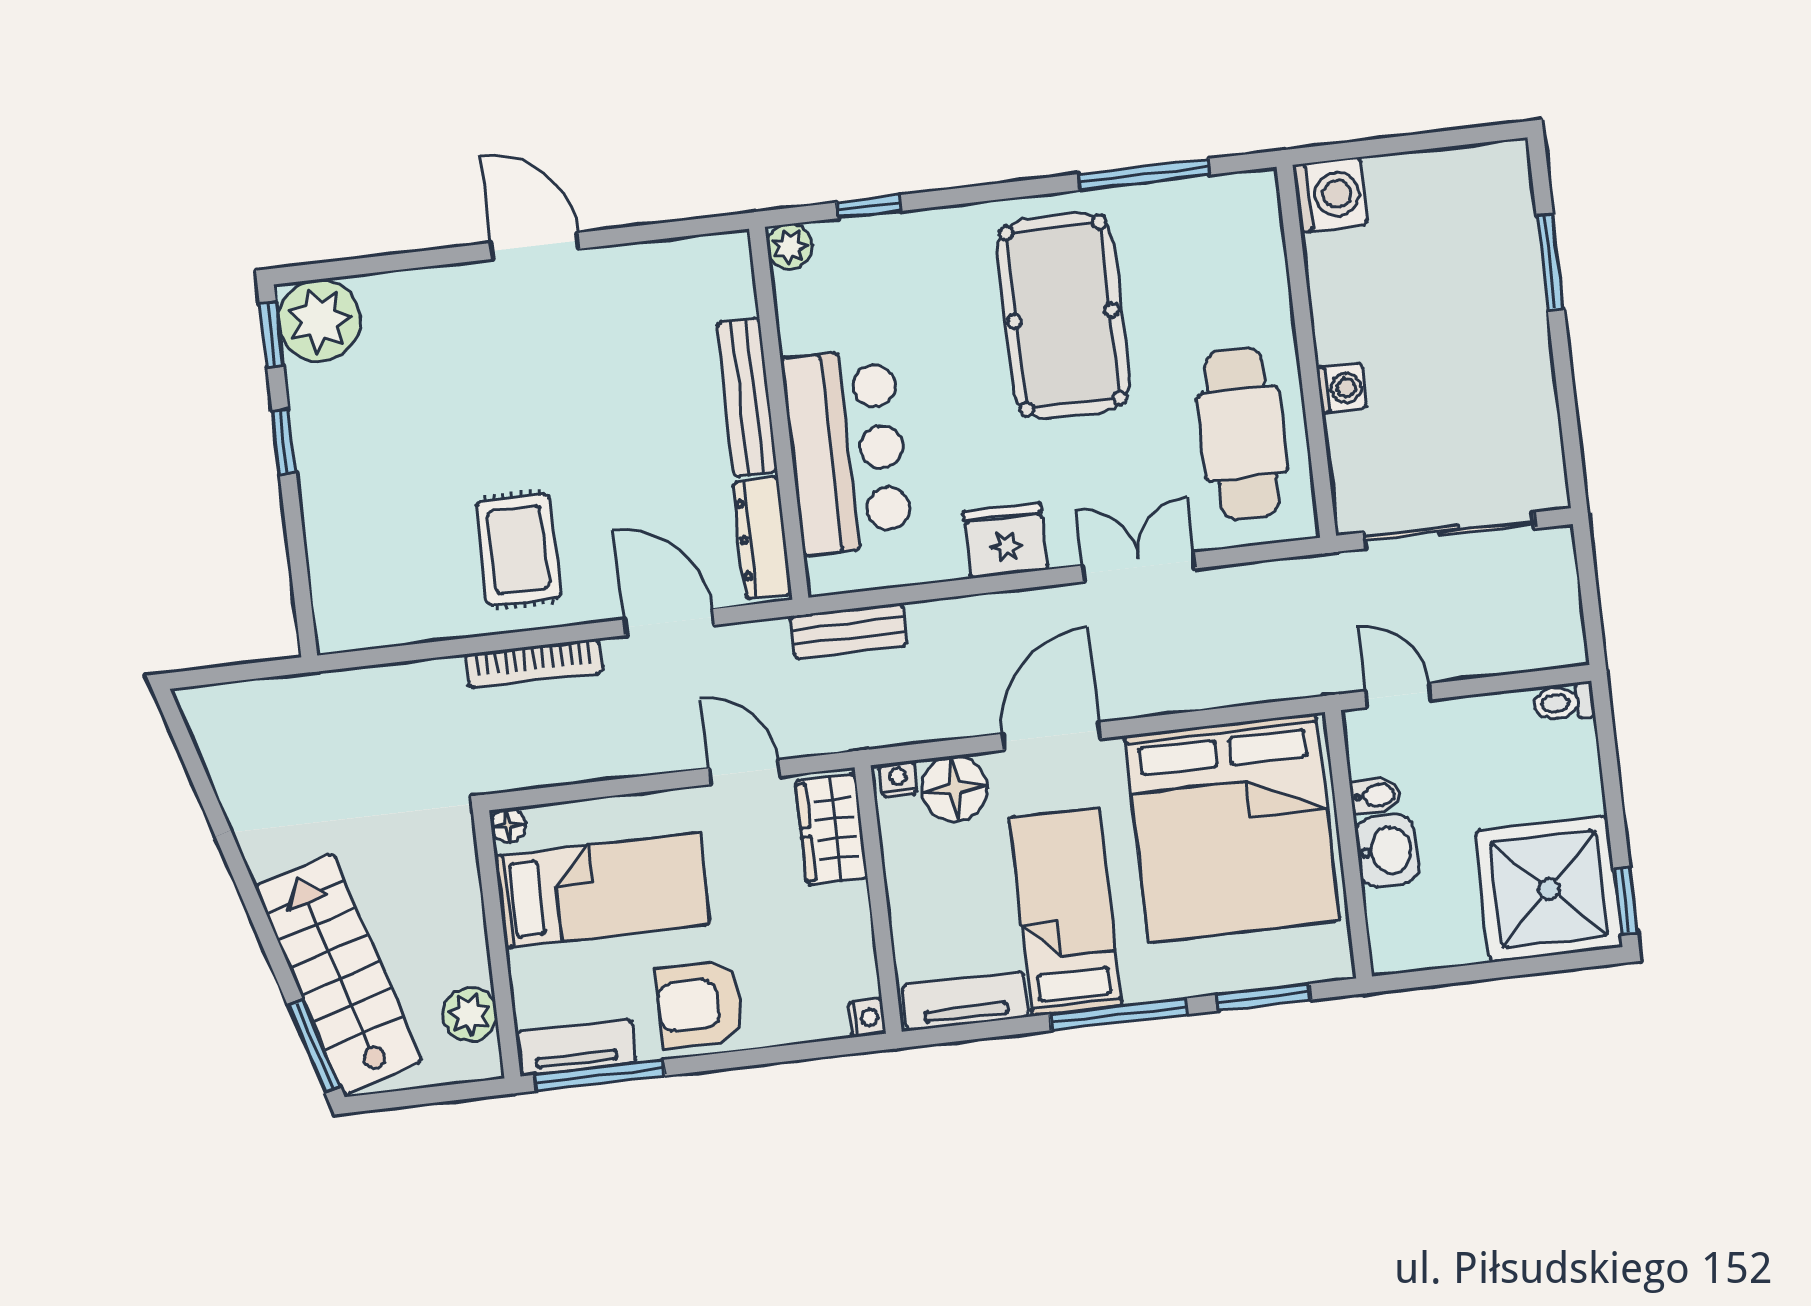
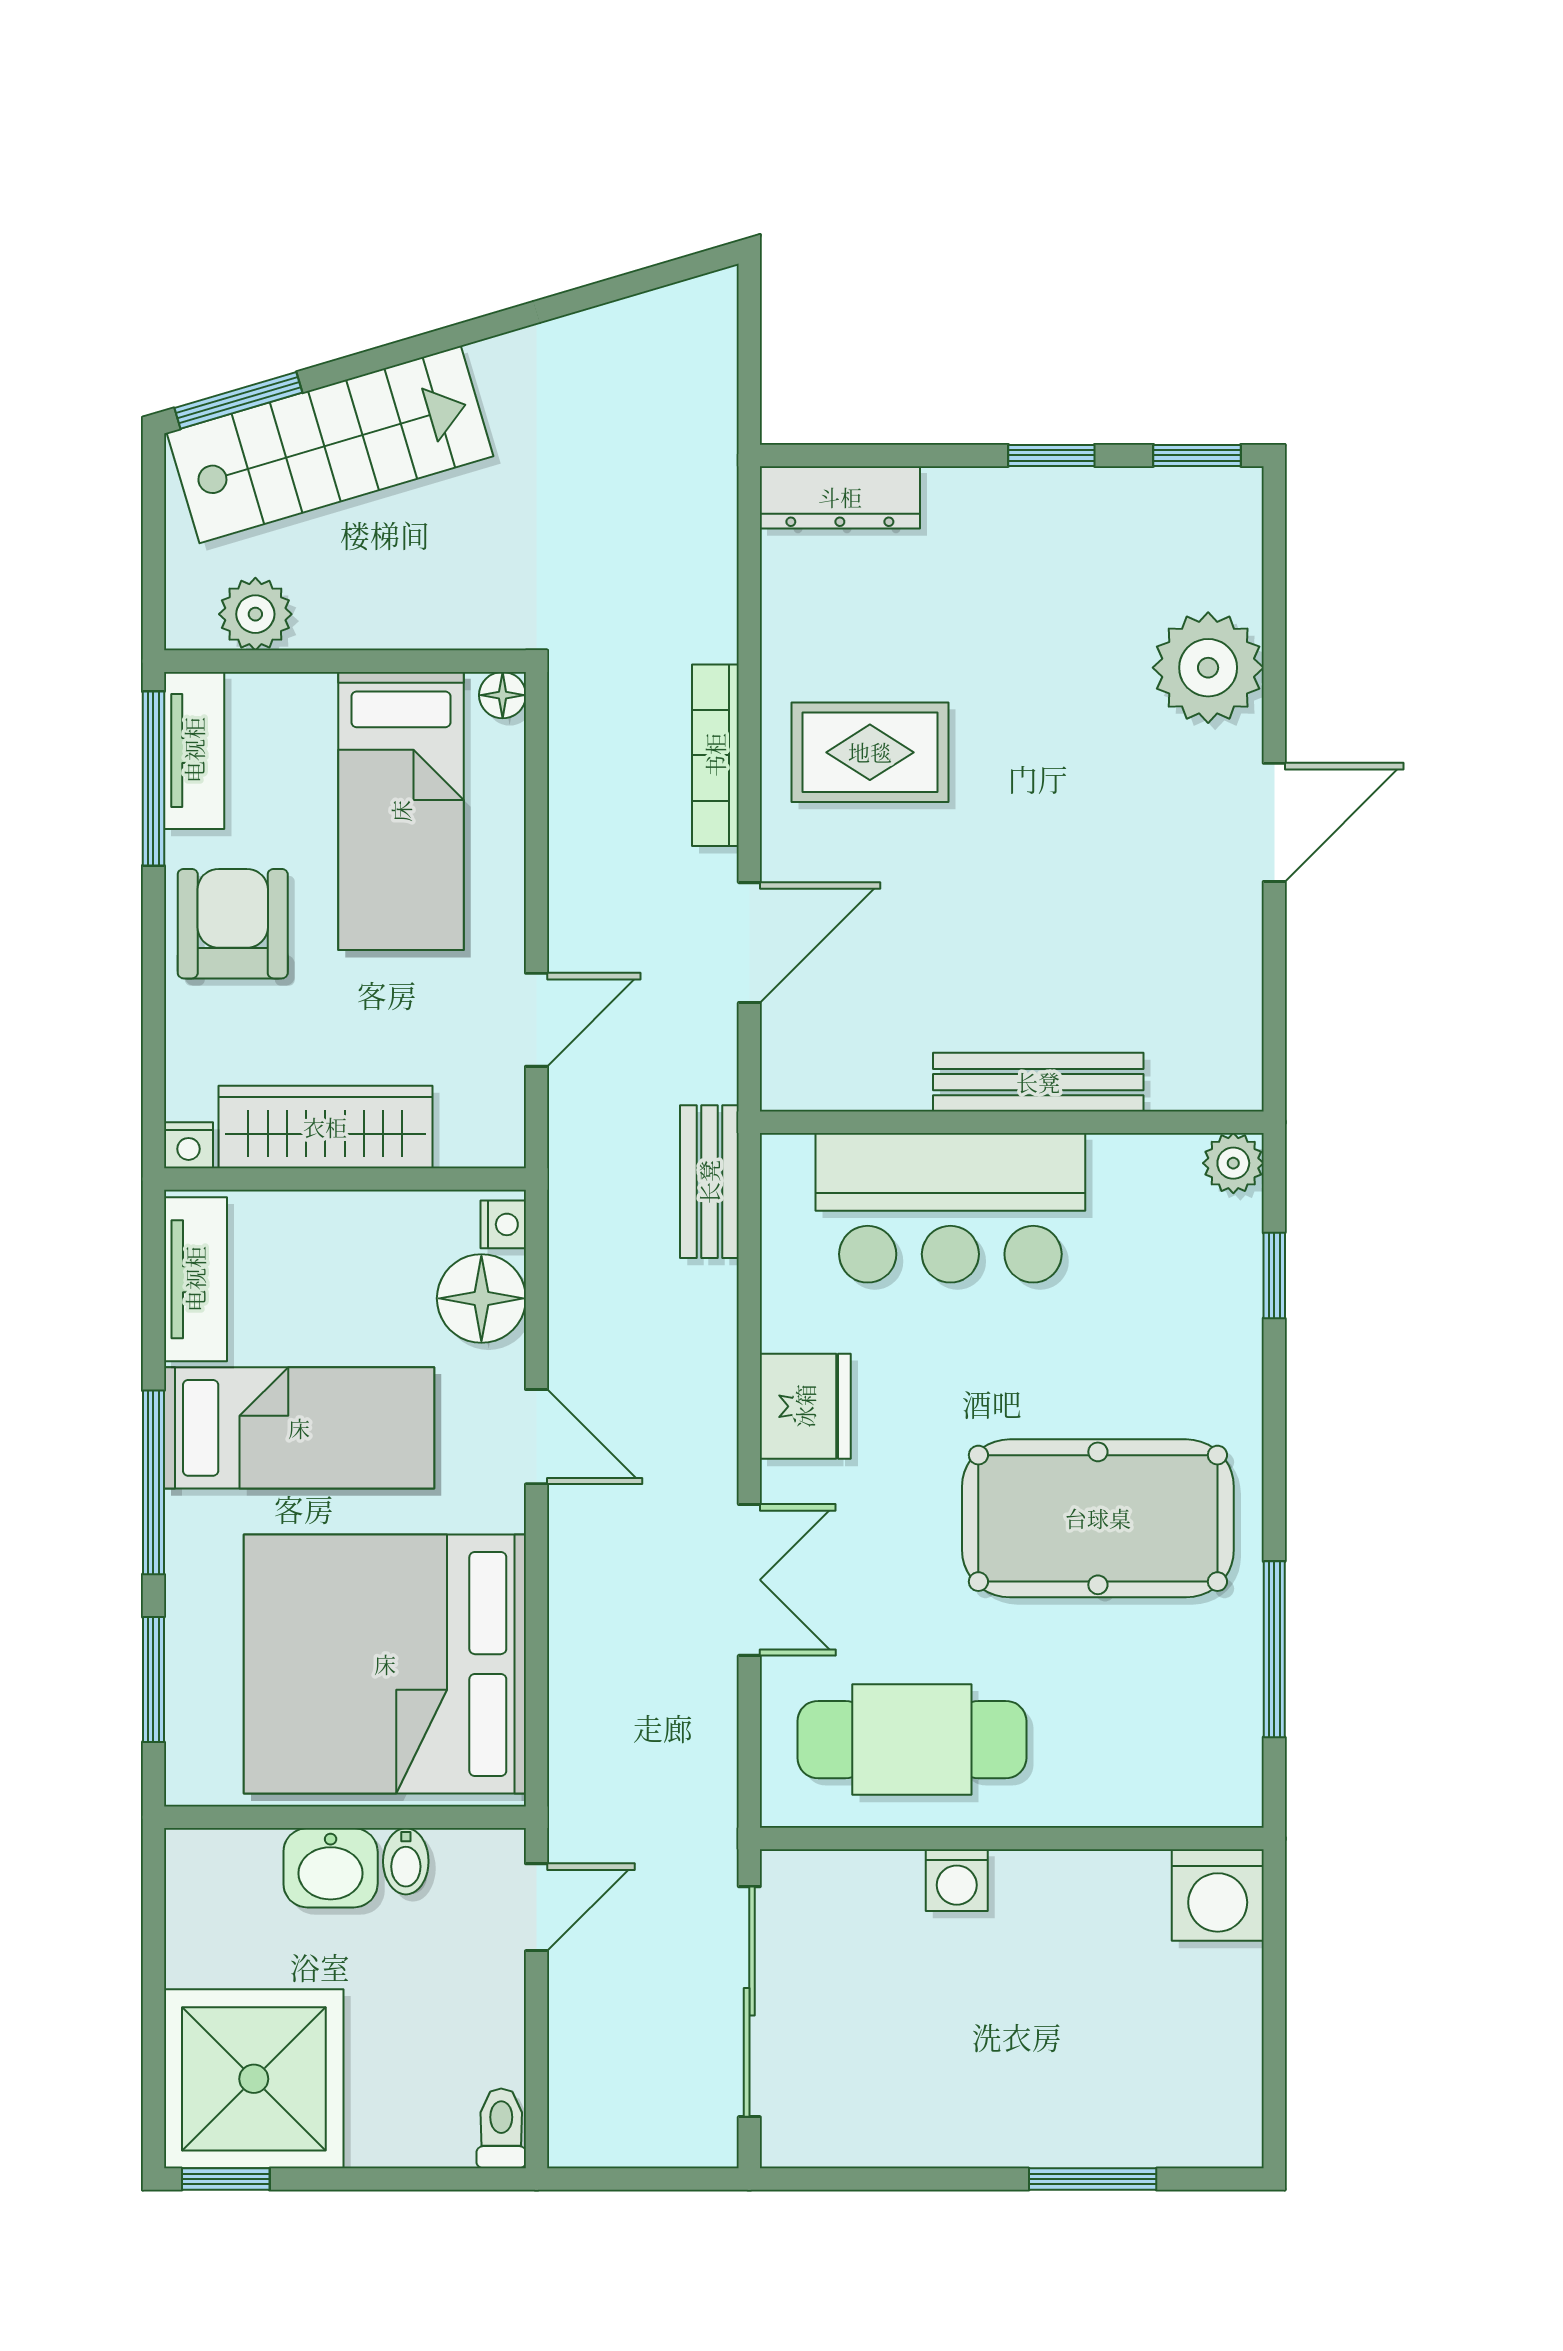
plant: (319, 321) -> (1208, 668), moved
dresser: (762, 538) -> (840, 497), moved, turned 180
door: (1052, 736) -> (536, 1437), width x0.73
wardrobe: (831, 829) -> (325, 1127), moved, width x1.50

